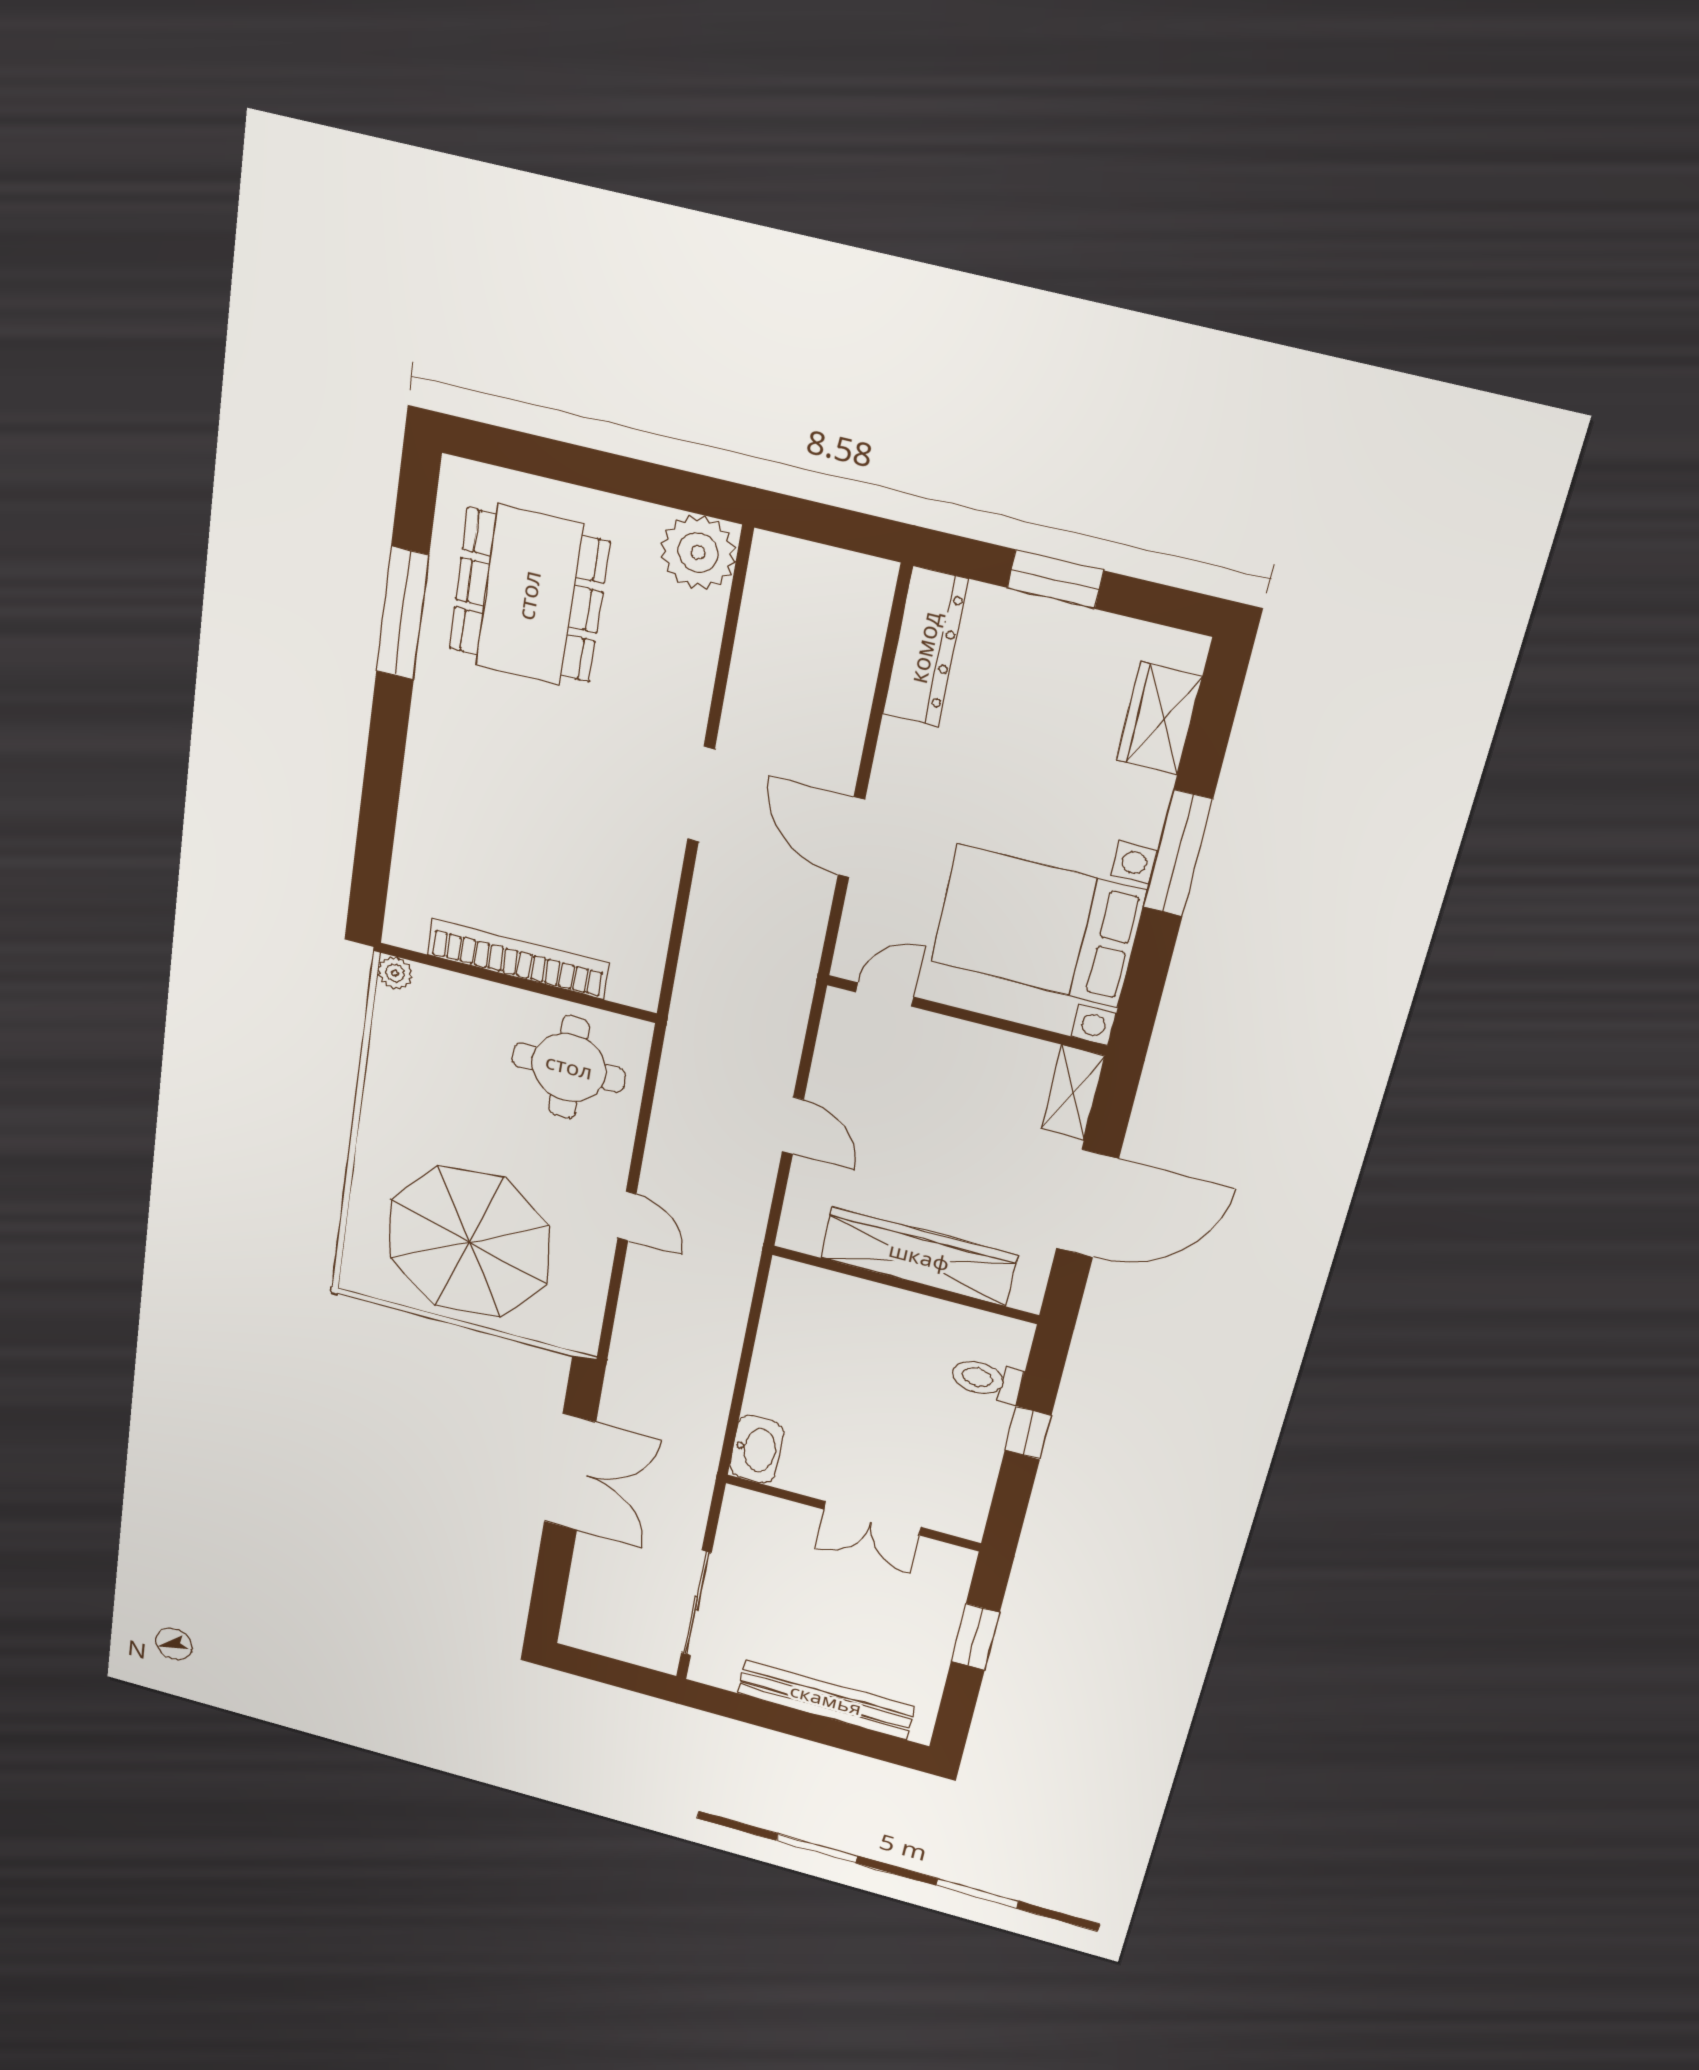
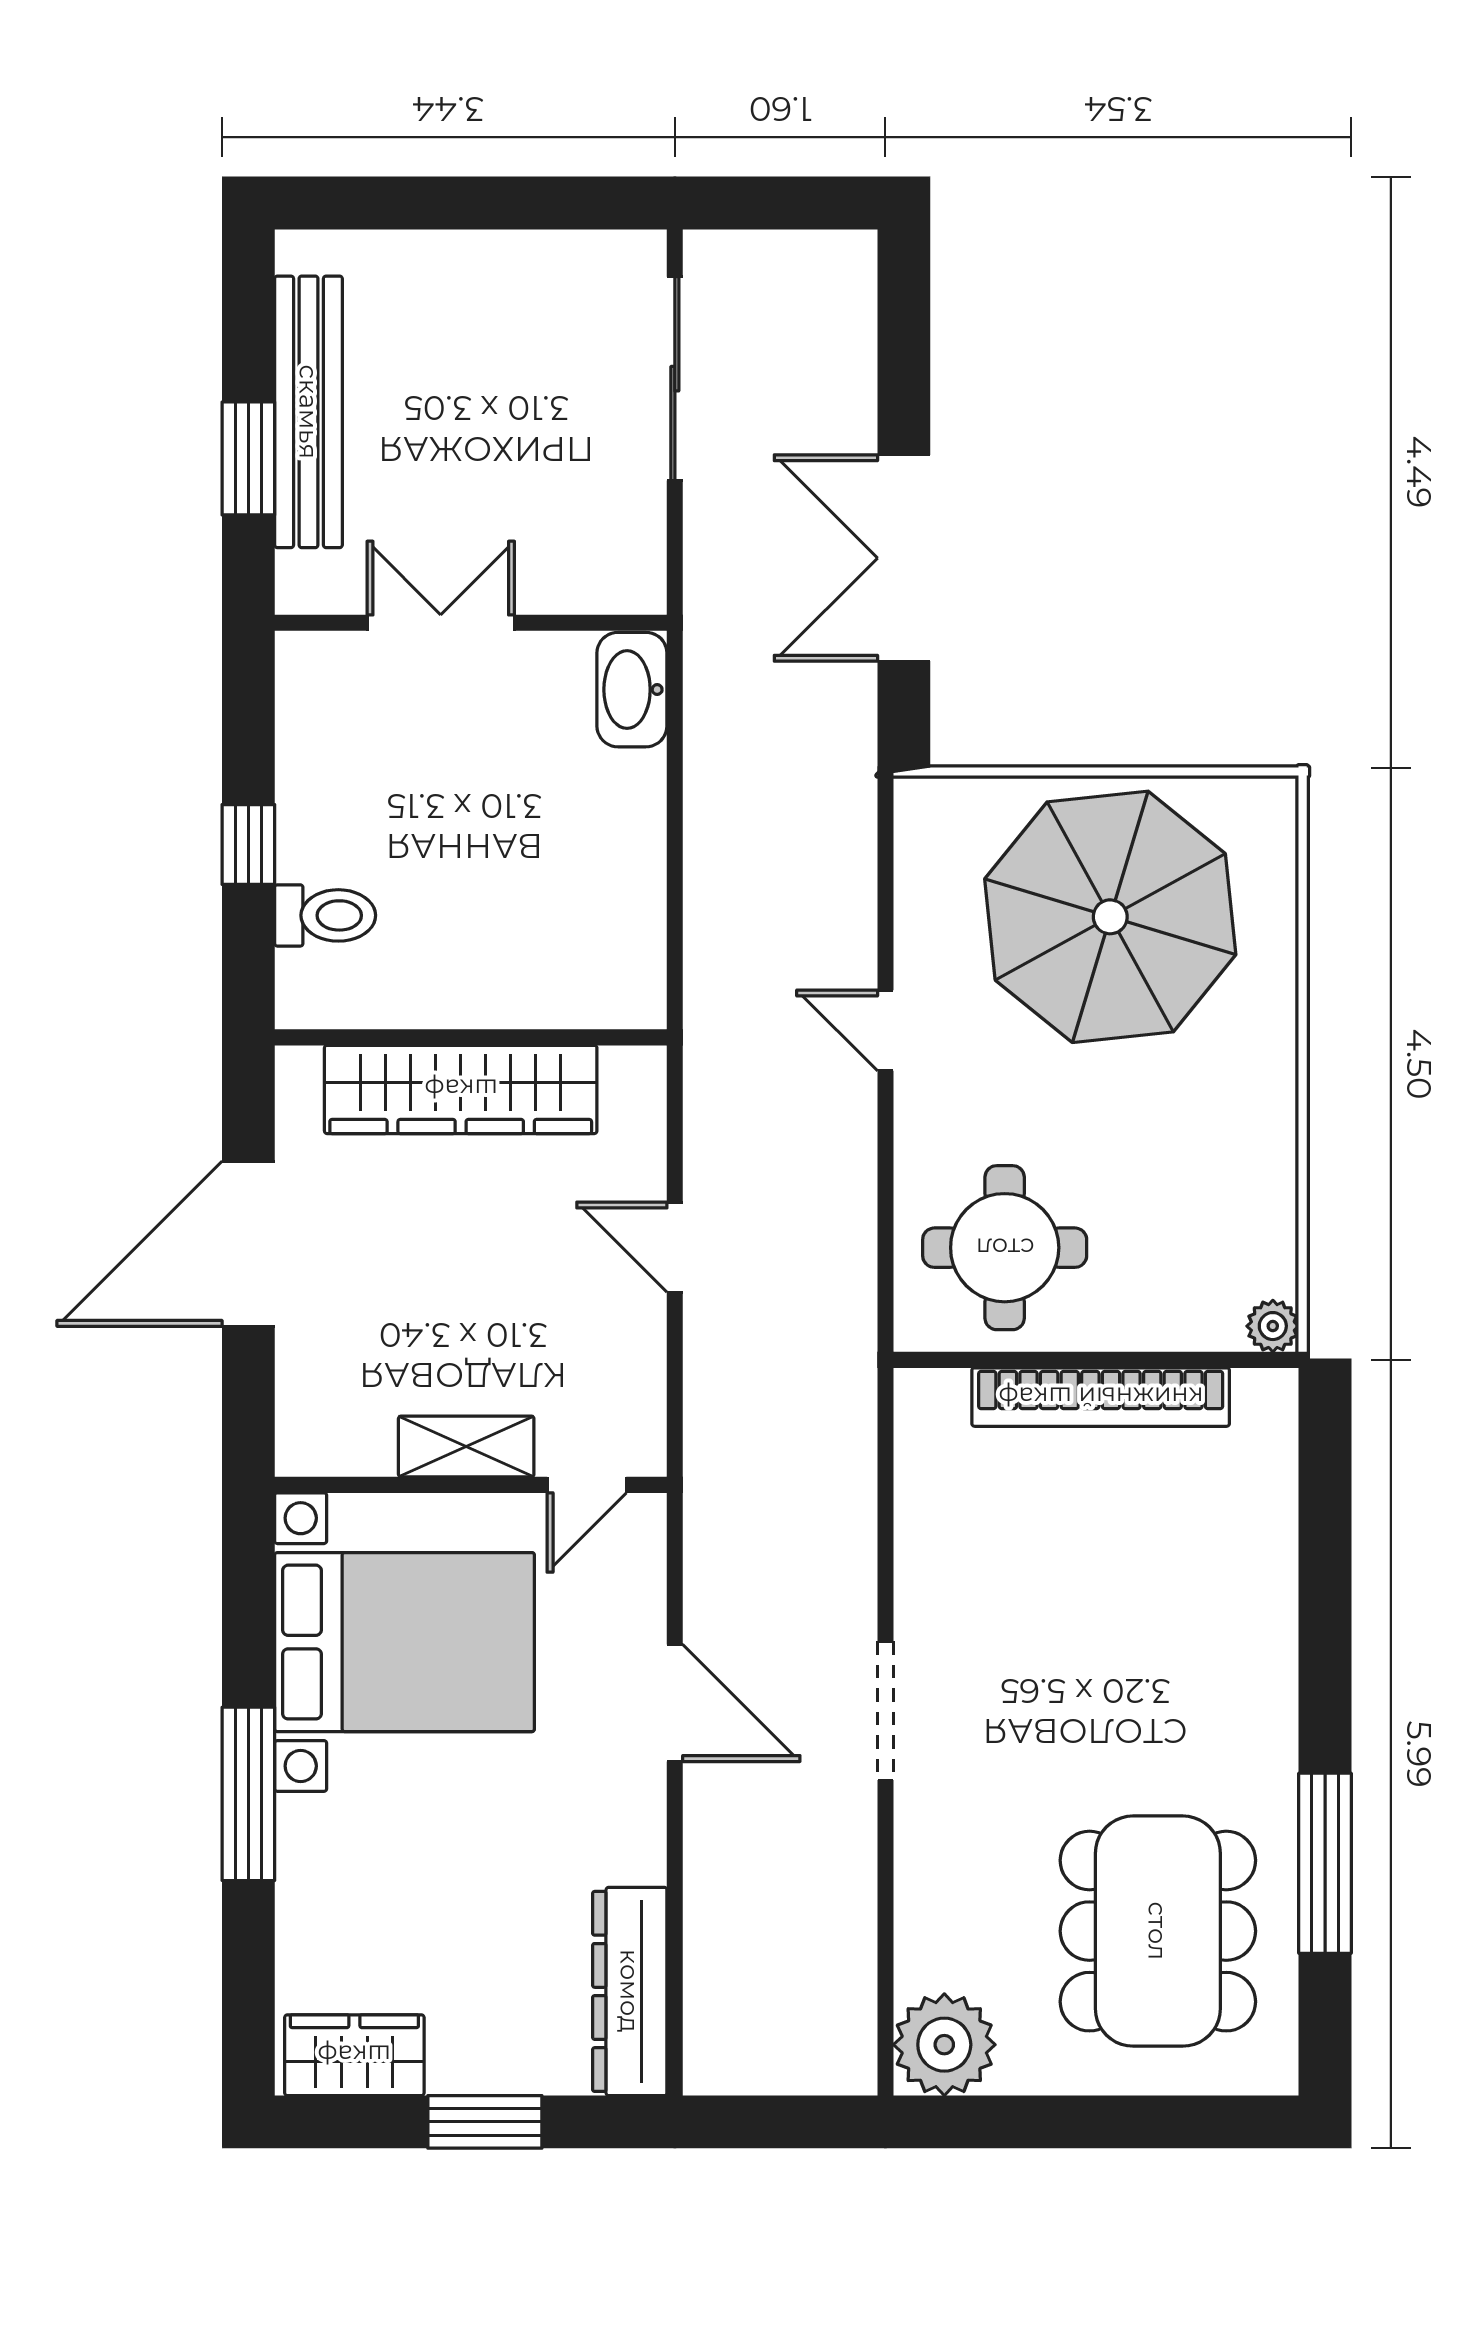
wardrobe: (1159, 718) -> (354, 2055), moved, turned -90
shelving: (1073, 1092) -> (466, 1447), moved, turned 90
bench: (826, 1700) -> (309, 412), moved, turned 90

